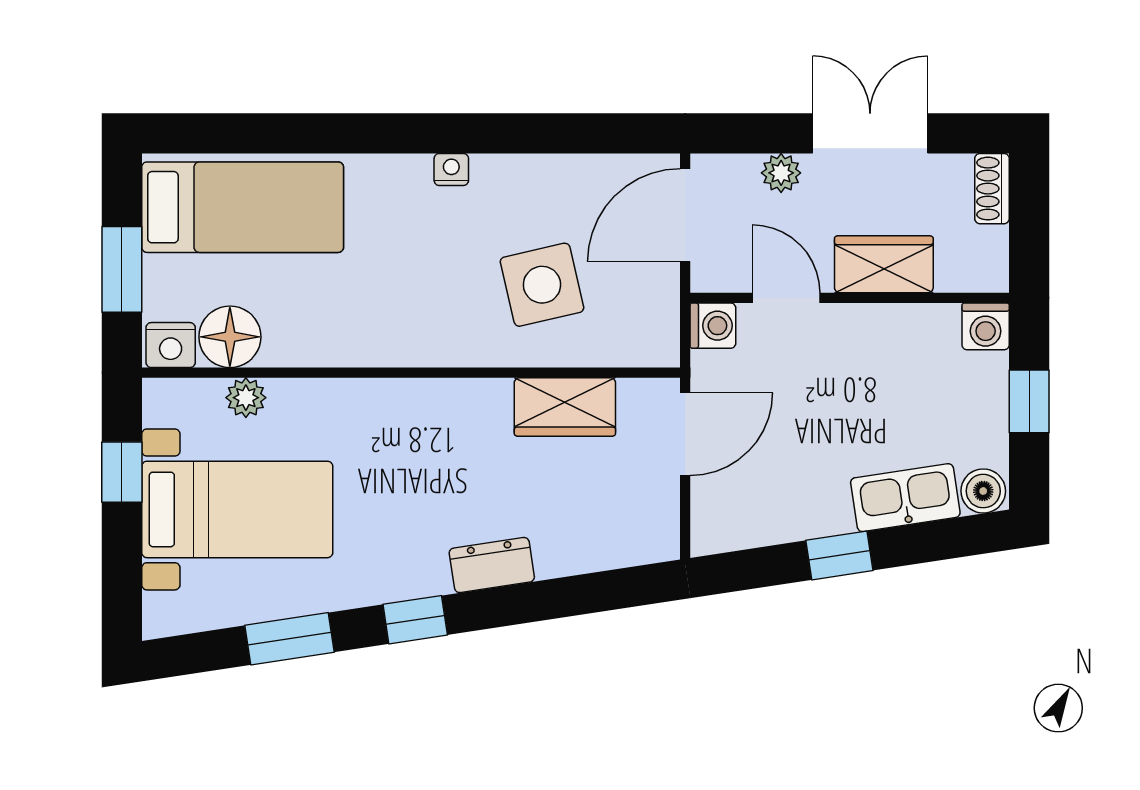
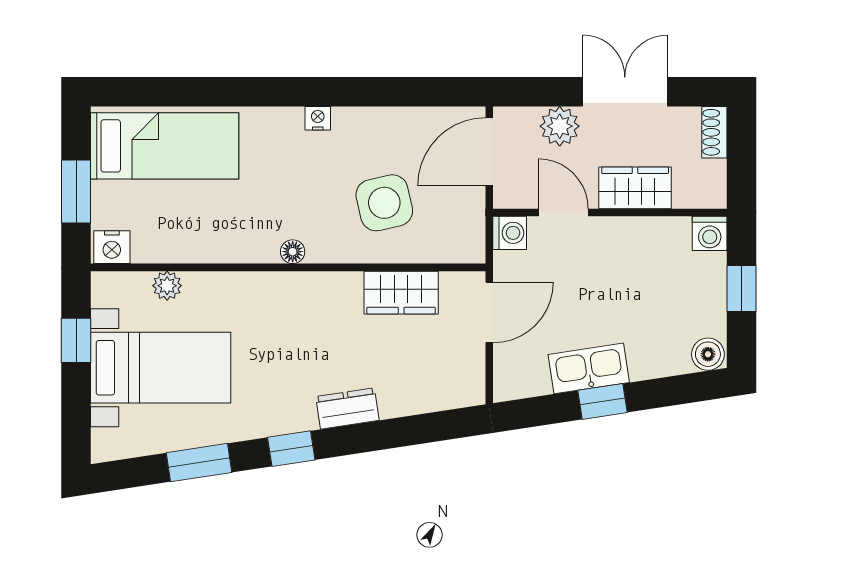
plant: (781, 173) -> (560, 126), width x1.38, depth x1.38
floor lamp: (230, 337) -> (293, 252), moved, width x0.53, depth x0.53
kitchen sink: (905, 498) -> (589, 368), moved

